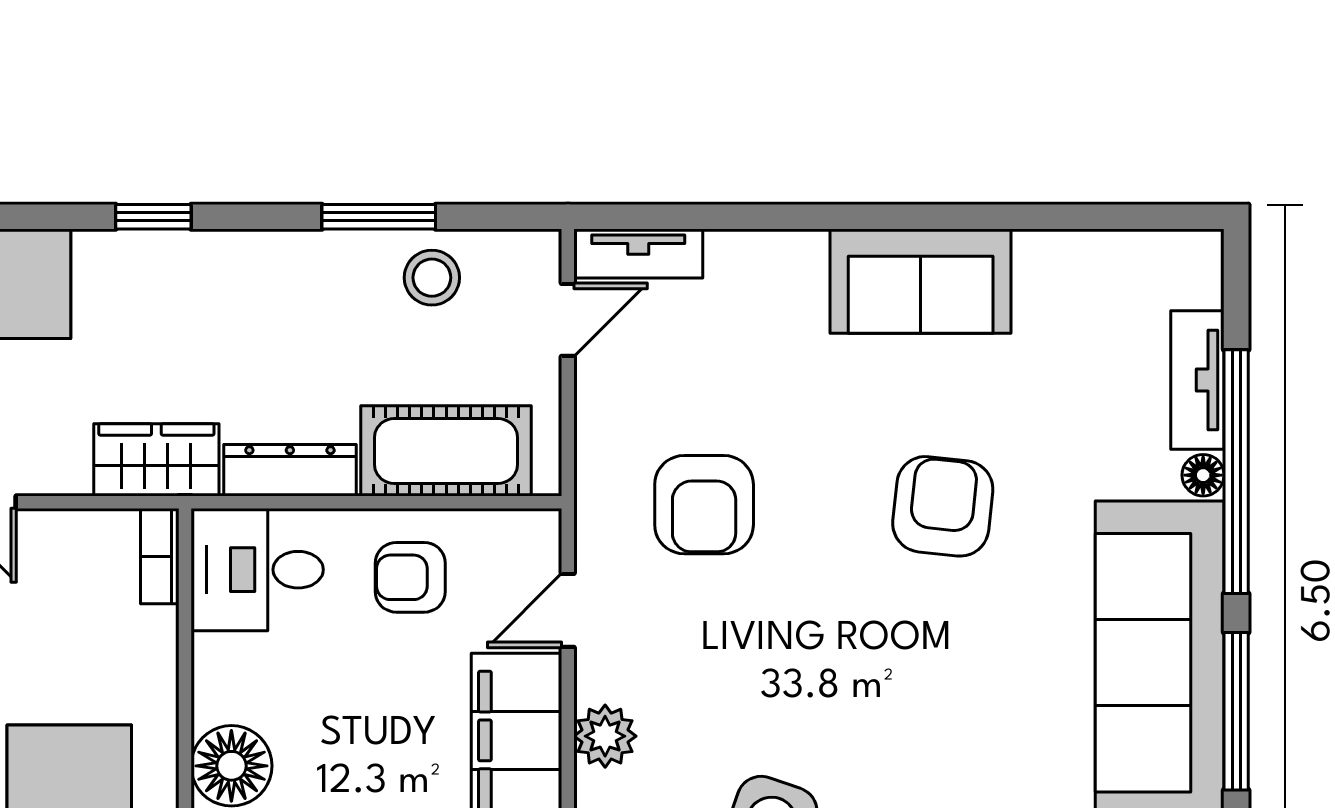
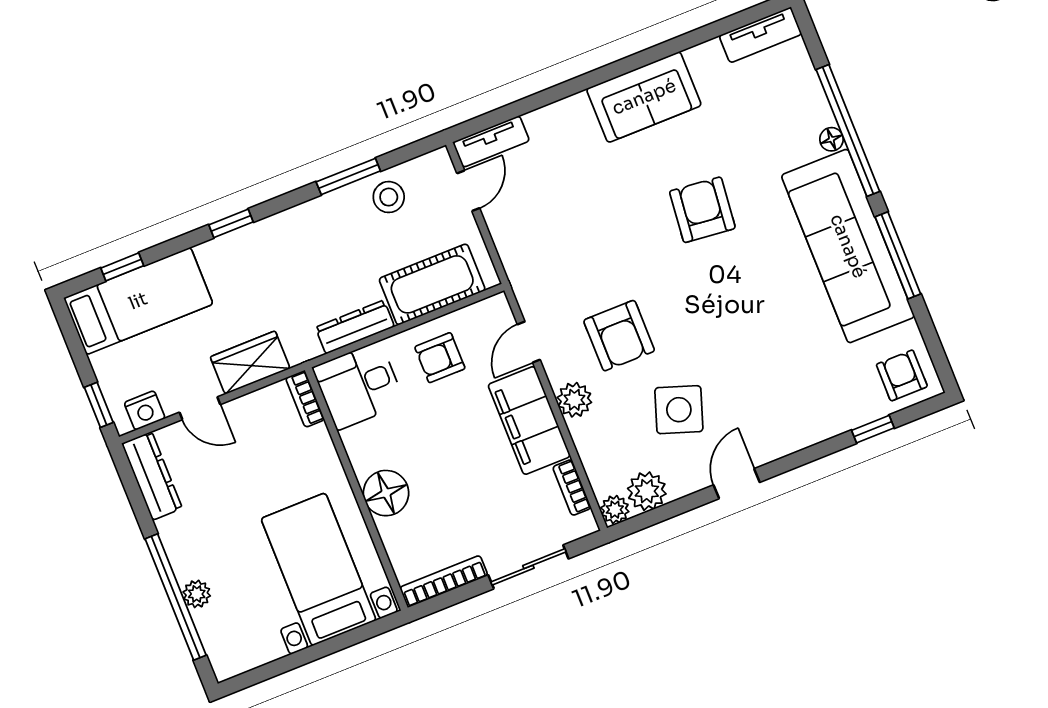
tv unit: (1197, 380) -> (760, 35), moved, turned -90
wardrobe: (156, 460) -> (250, 363), moved
armchair: (704, 505) -> (619, 336), moved

